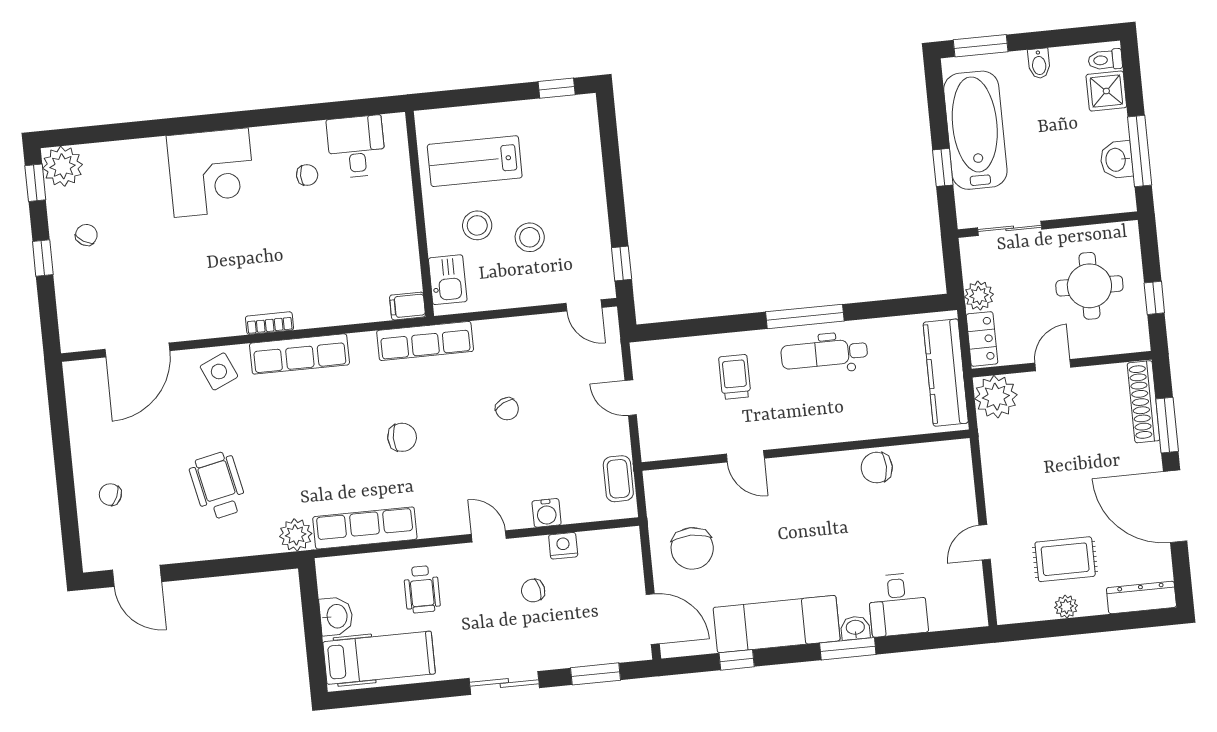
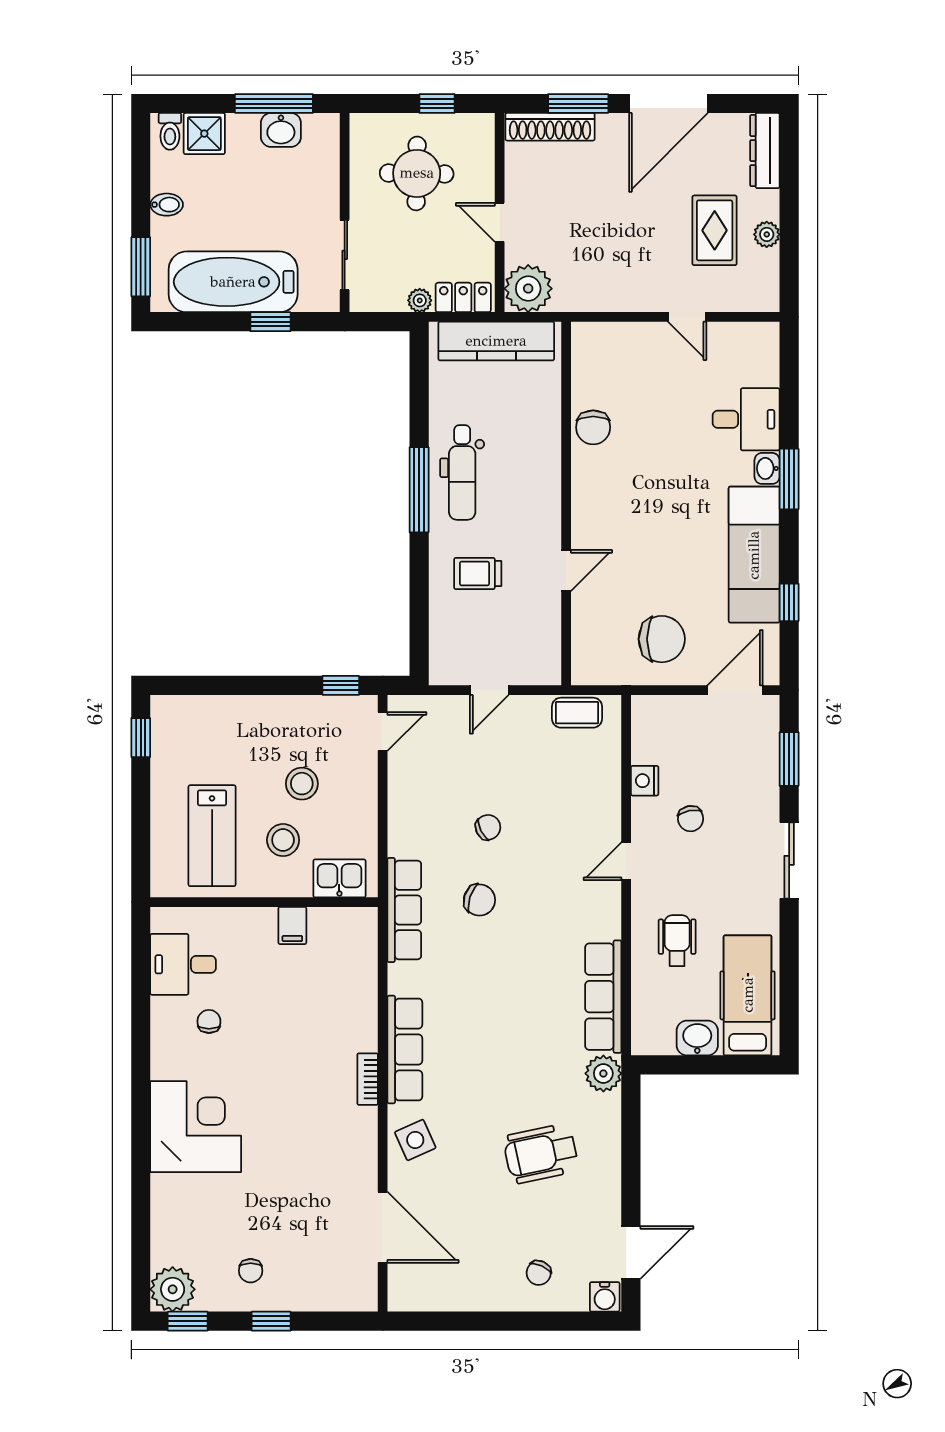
chair: (86, 235) -> (251, 1271), turned -121
plant: (979, 296) -> (420, 300), width x0.73, depth x0.73
filing cabinet: (407, 306) -> (292, 925), moved
chair: (402, 437) -> (479, 900), moved, turned 108
water cooler: (547, 513) -> (605, 1297), moved, turned 90
wheelchair: (422, 589) -> (677, 941), turned -90

